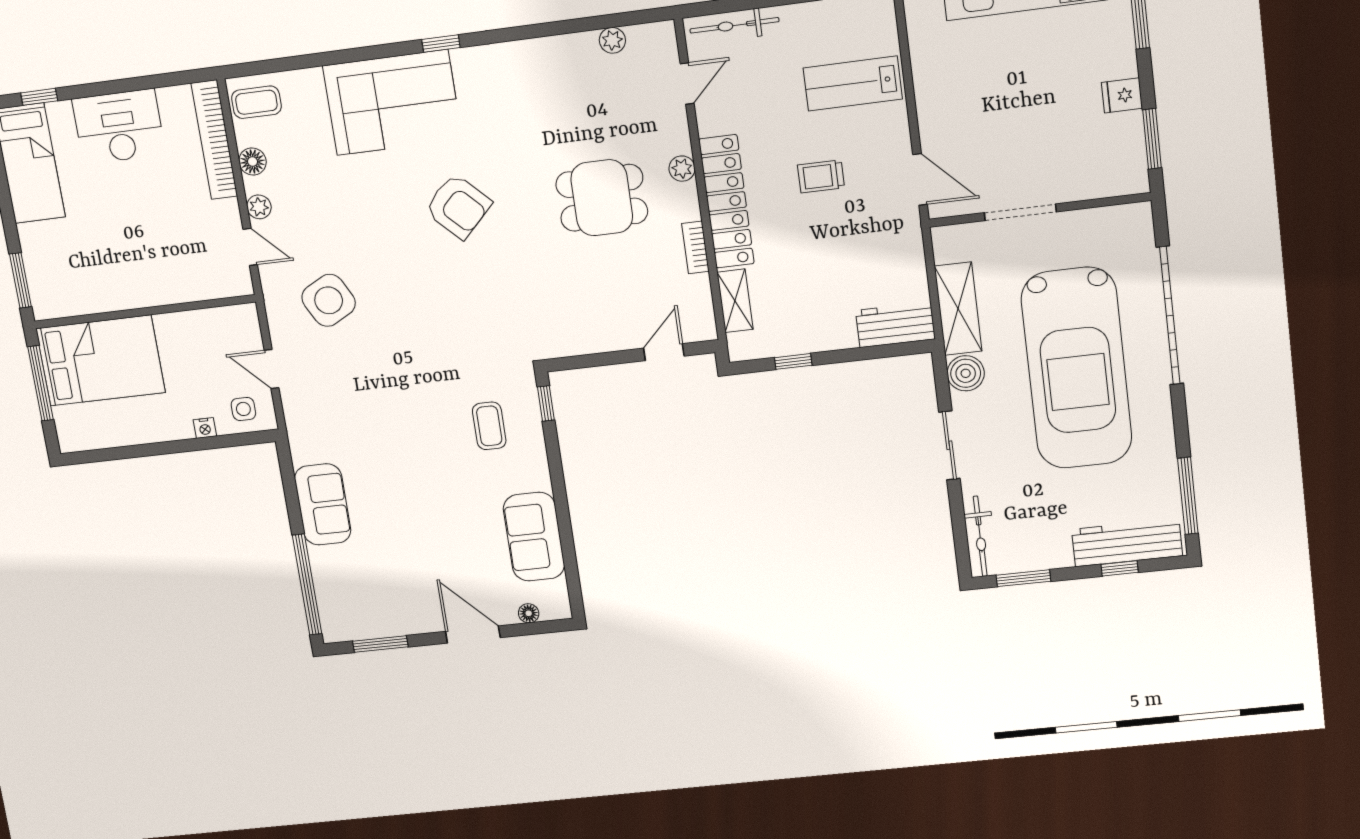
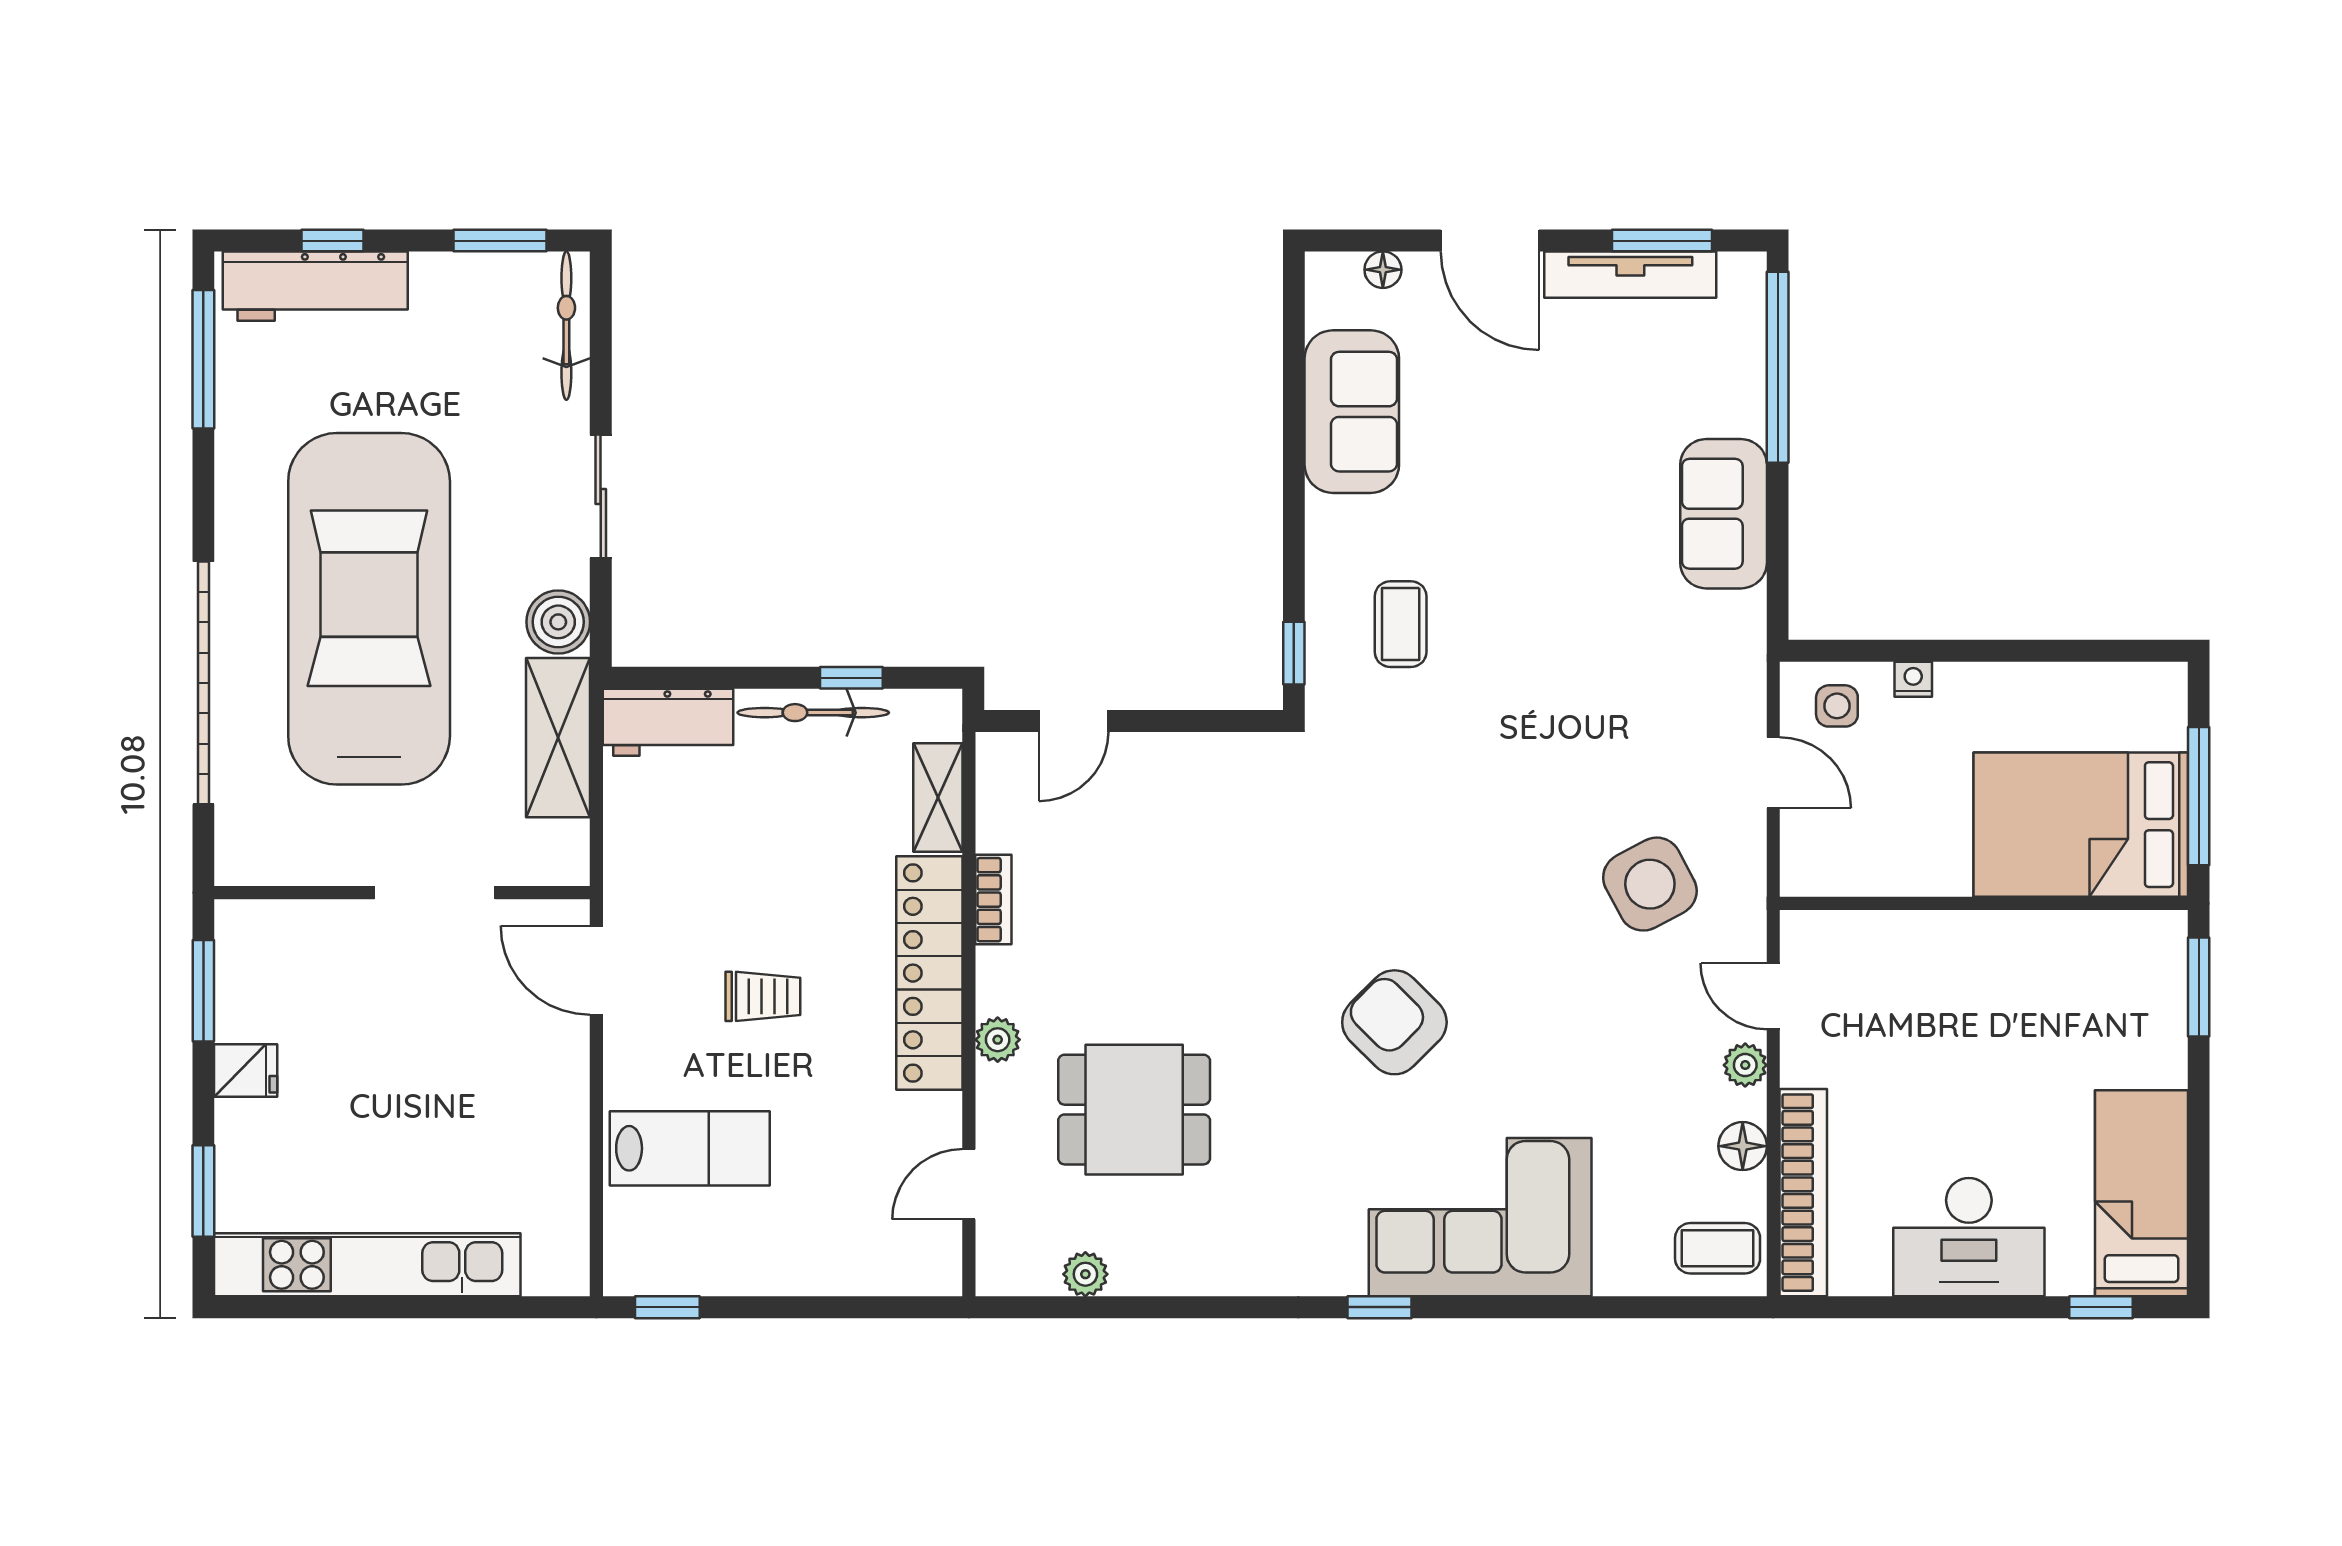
bicycle: (734, 25) -> (813, 713), moved, turned 180
dining table: (602, 198) -> (1134, 1110), moved
tv unit: (394, 625) -> (1630, 275), added

